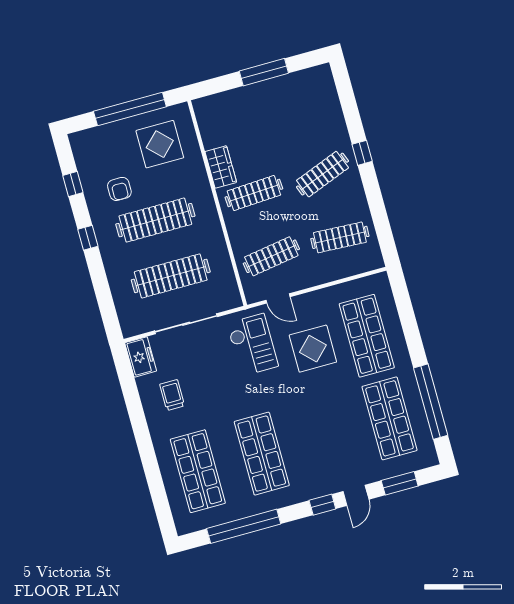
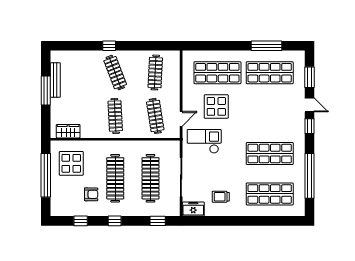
bench: (285, 83) -> (55, 80), added
wardrobe: (221, 167) -> (68, 131), moved
window: (107, 306) -> (158, 221), added
window: (431, 402) -> (266, 46), width x0.68

